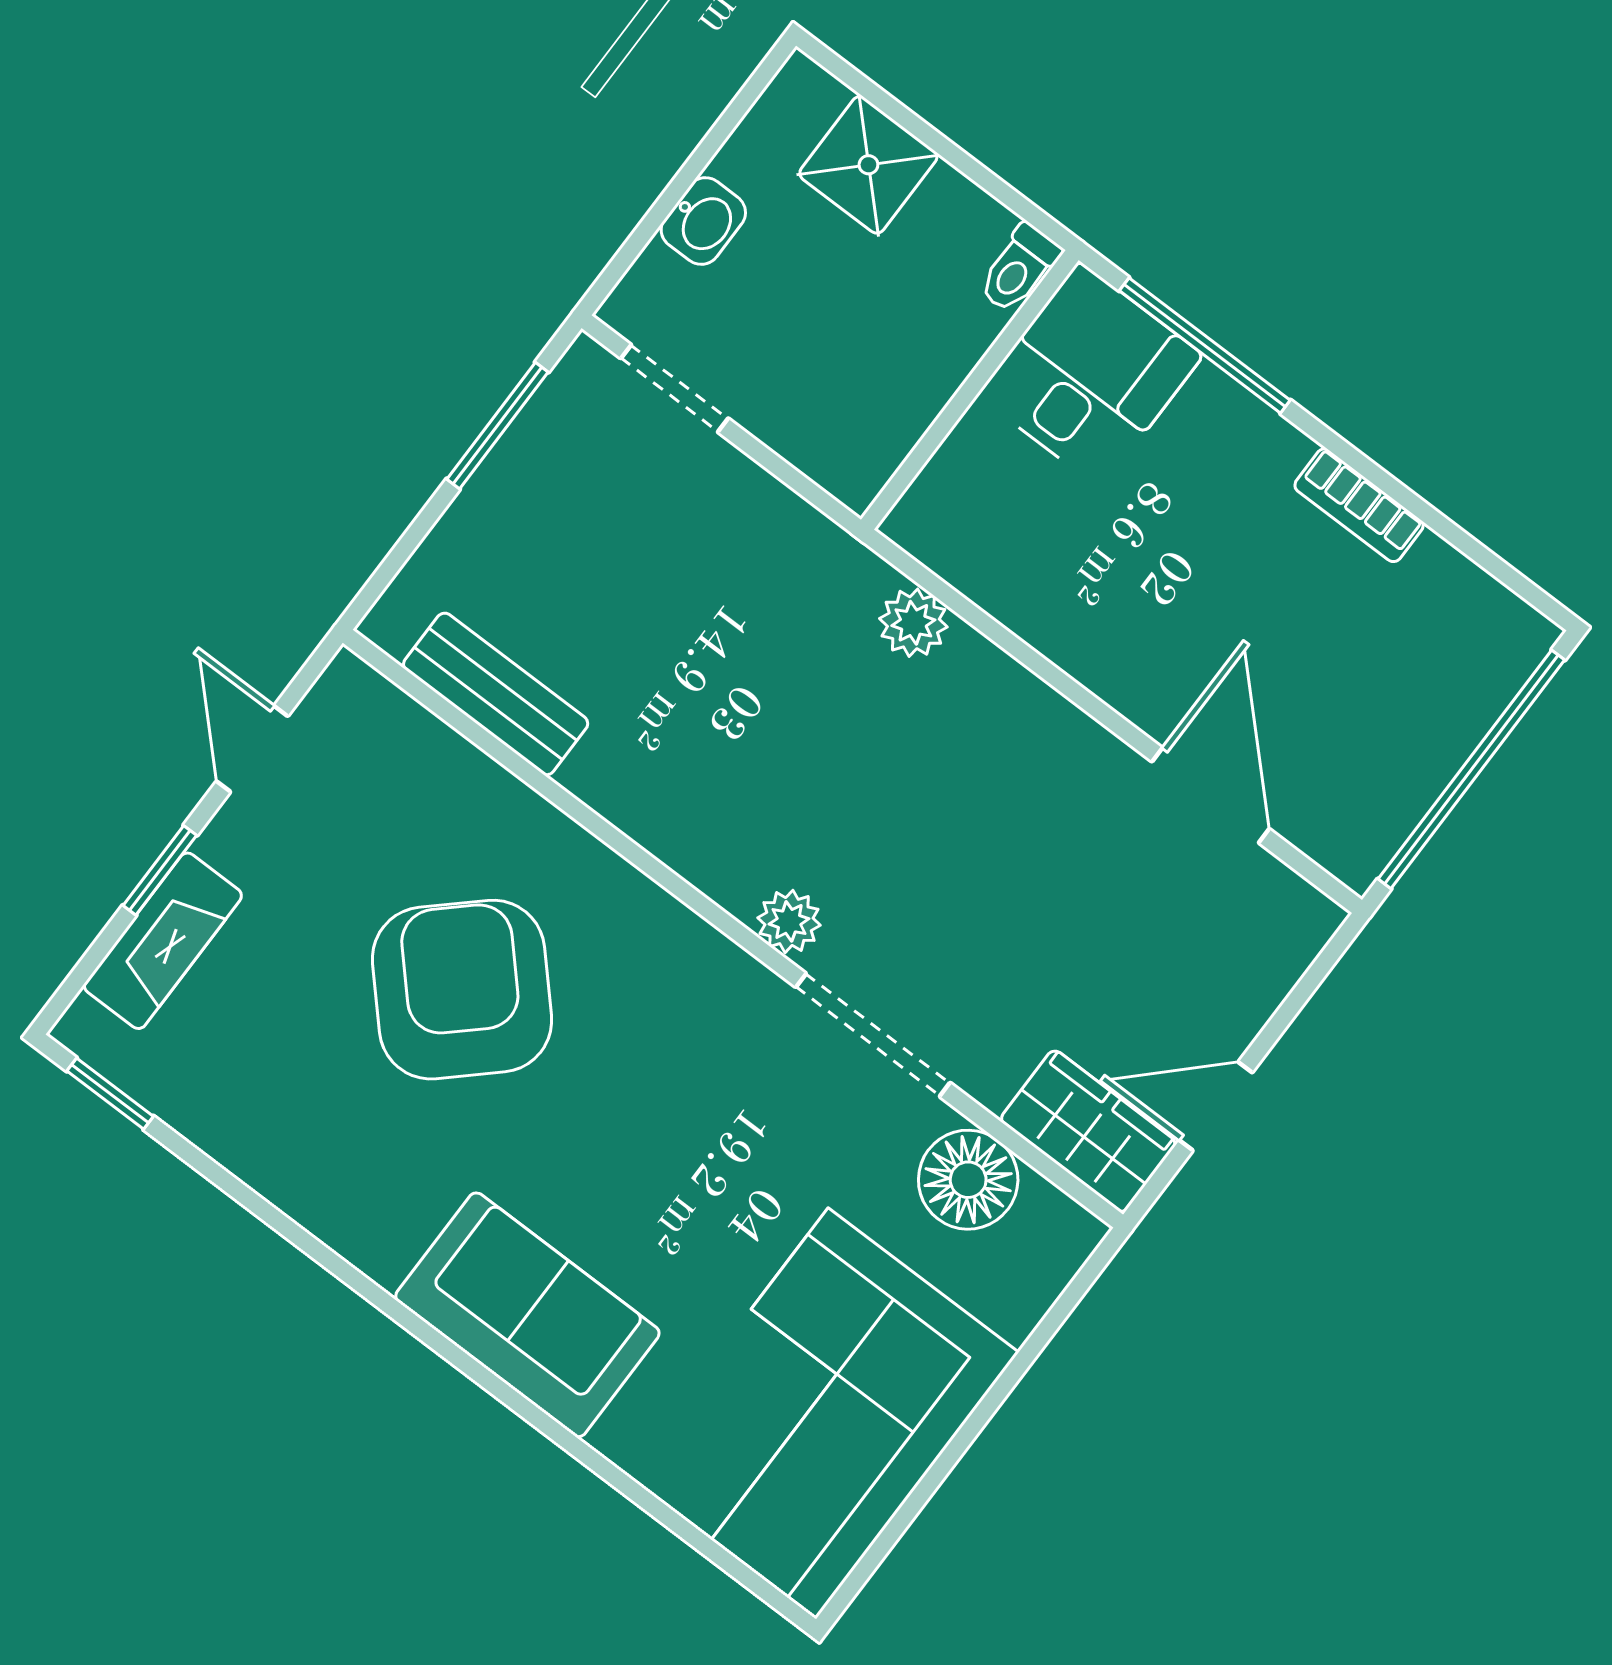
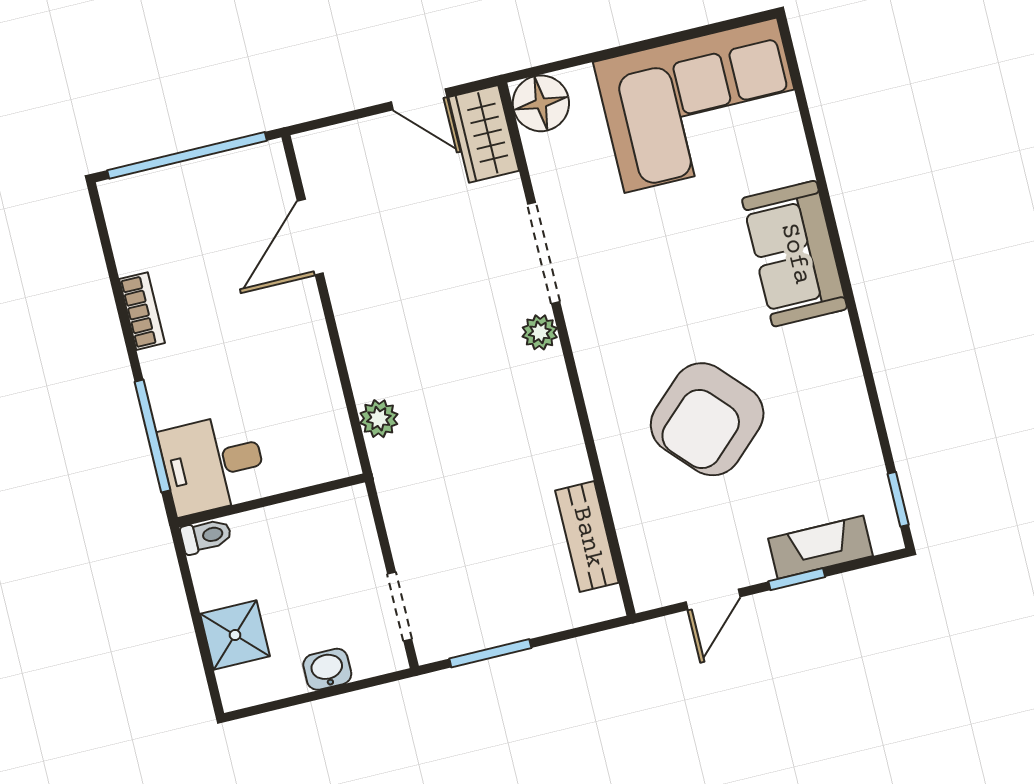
floor lamp: (968, 1180) -> (541, 103), moved

